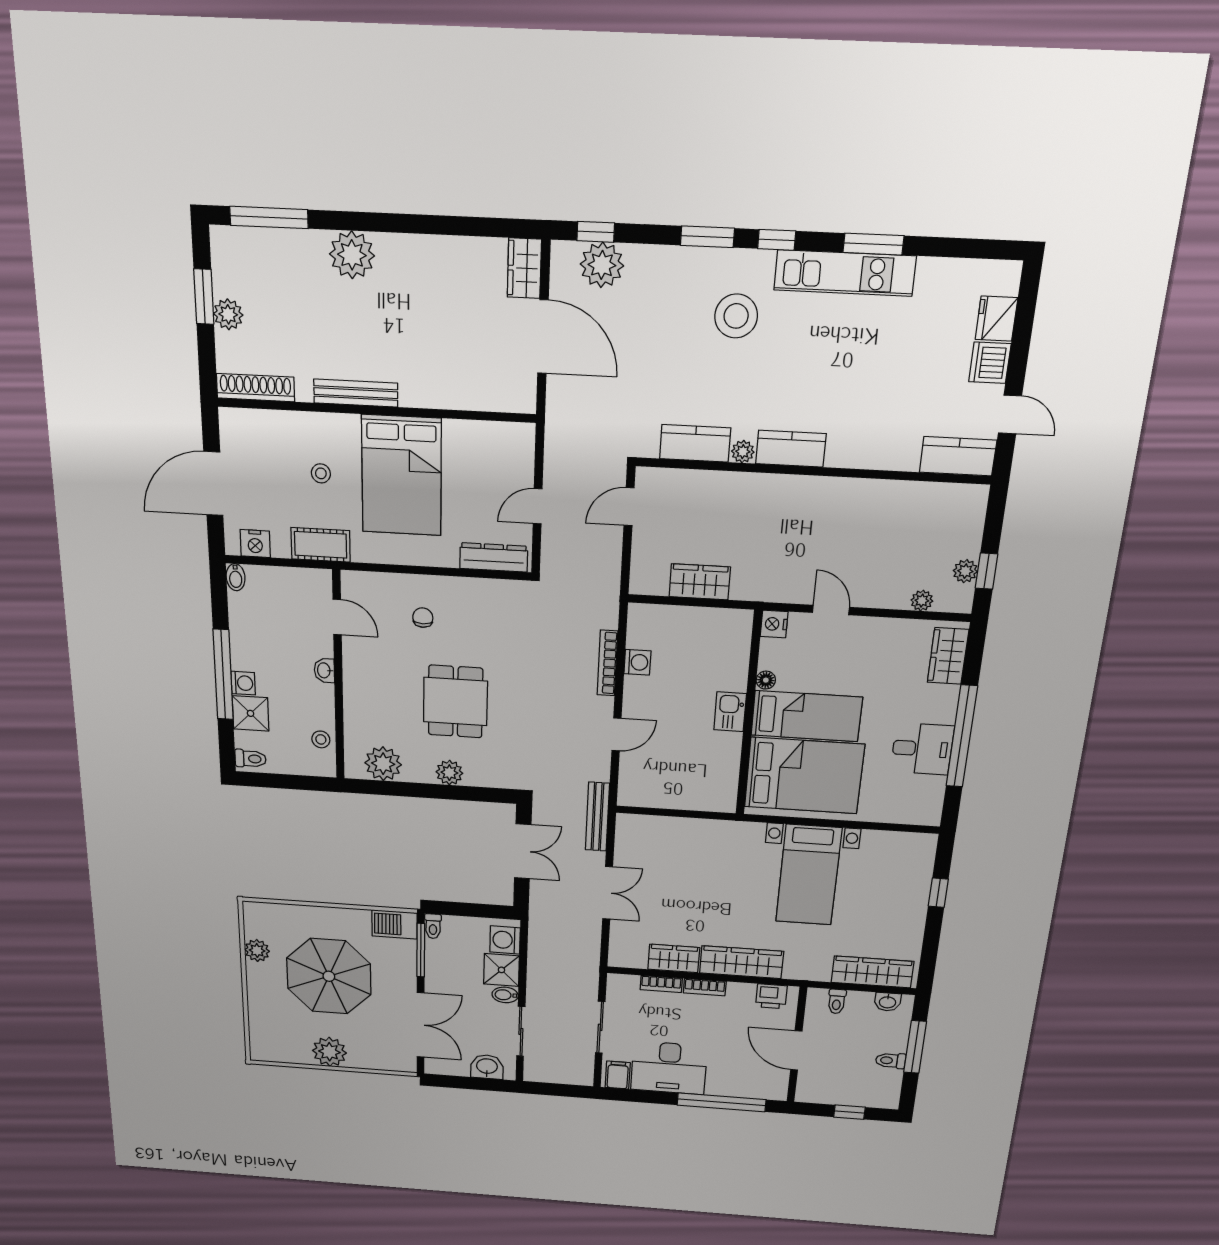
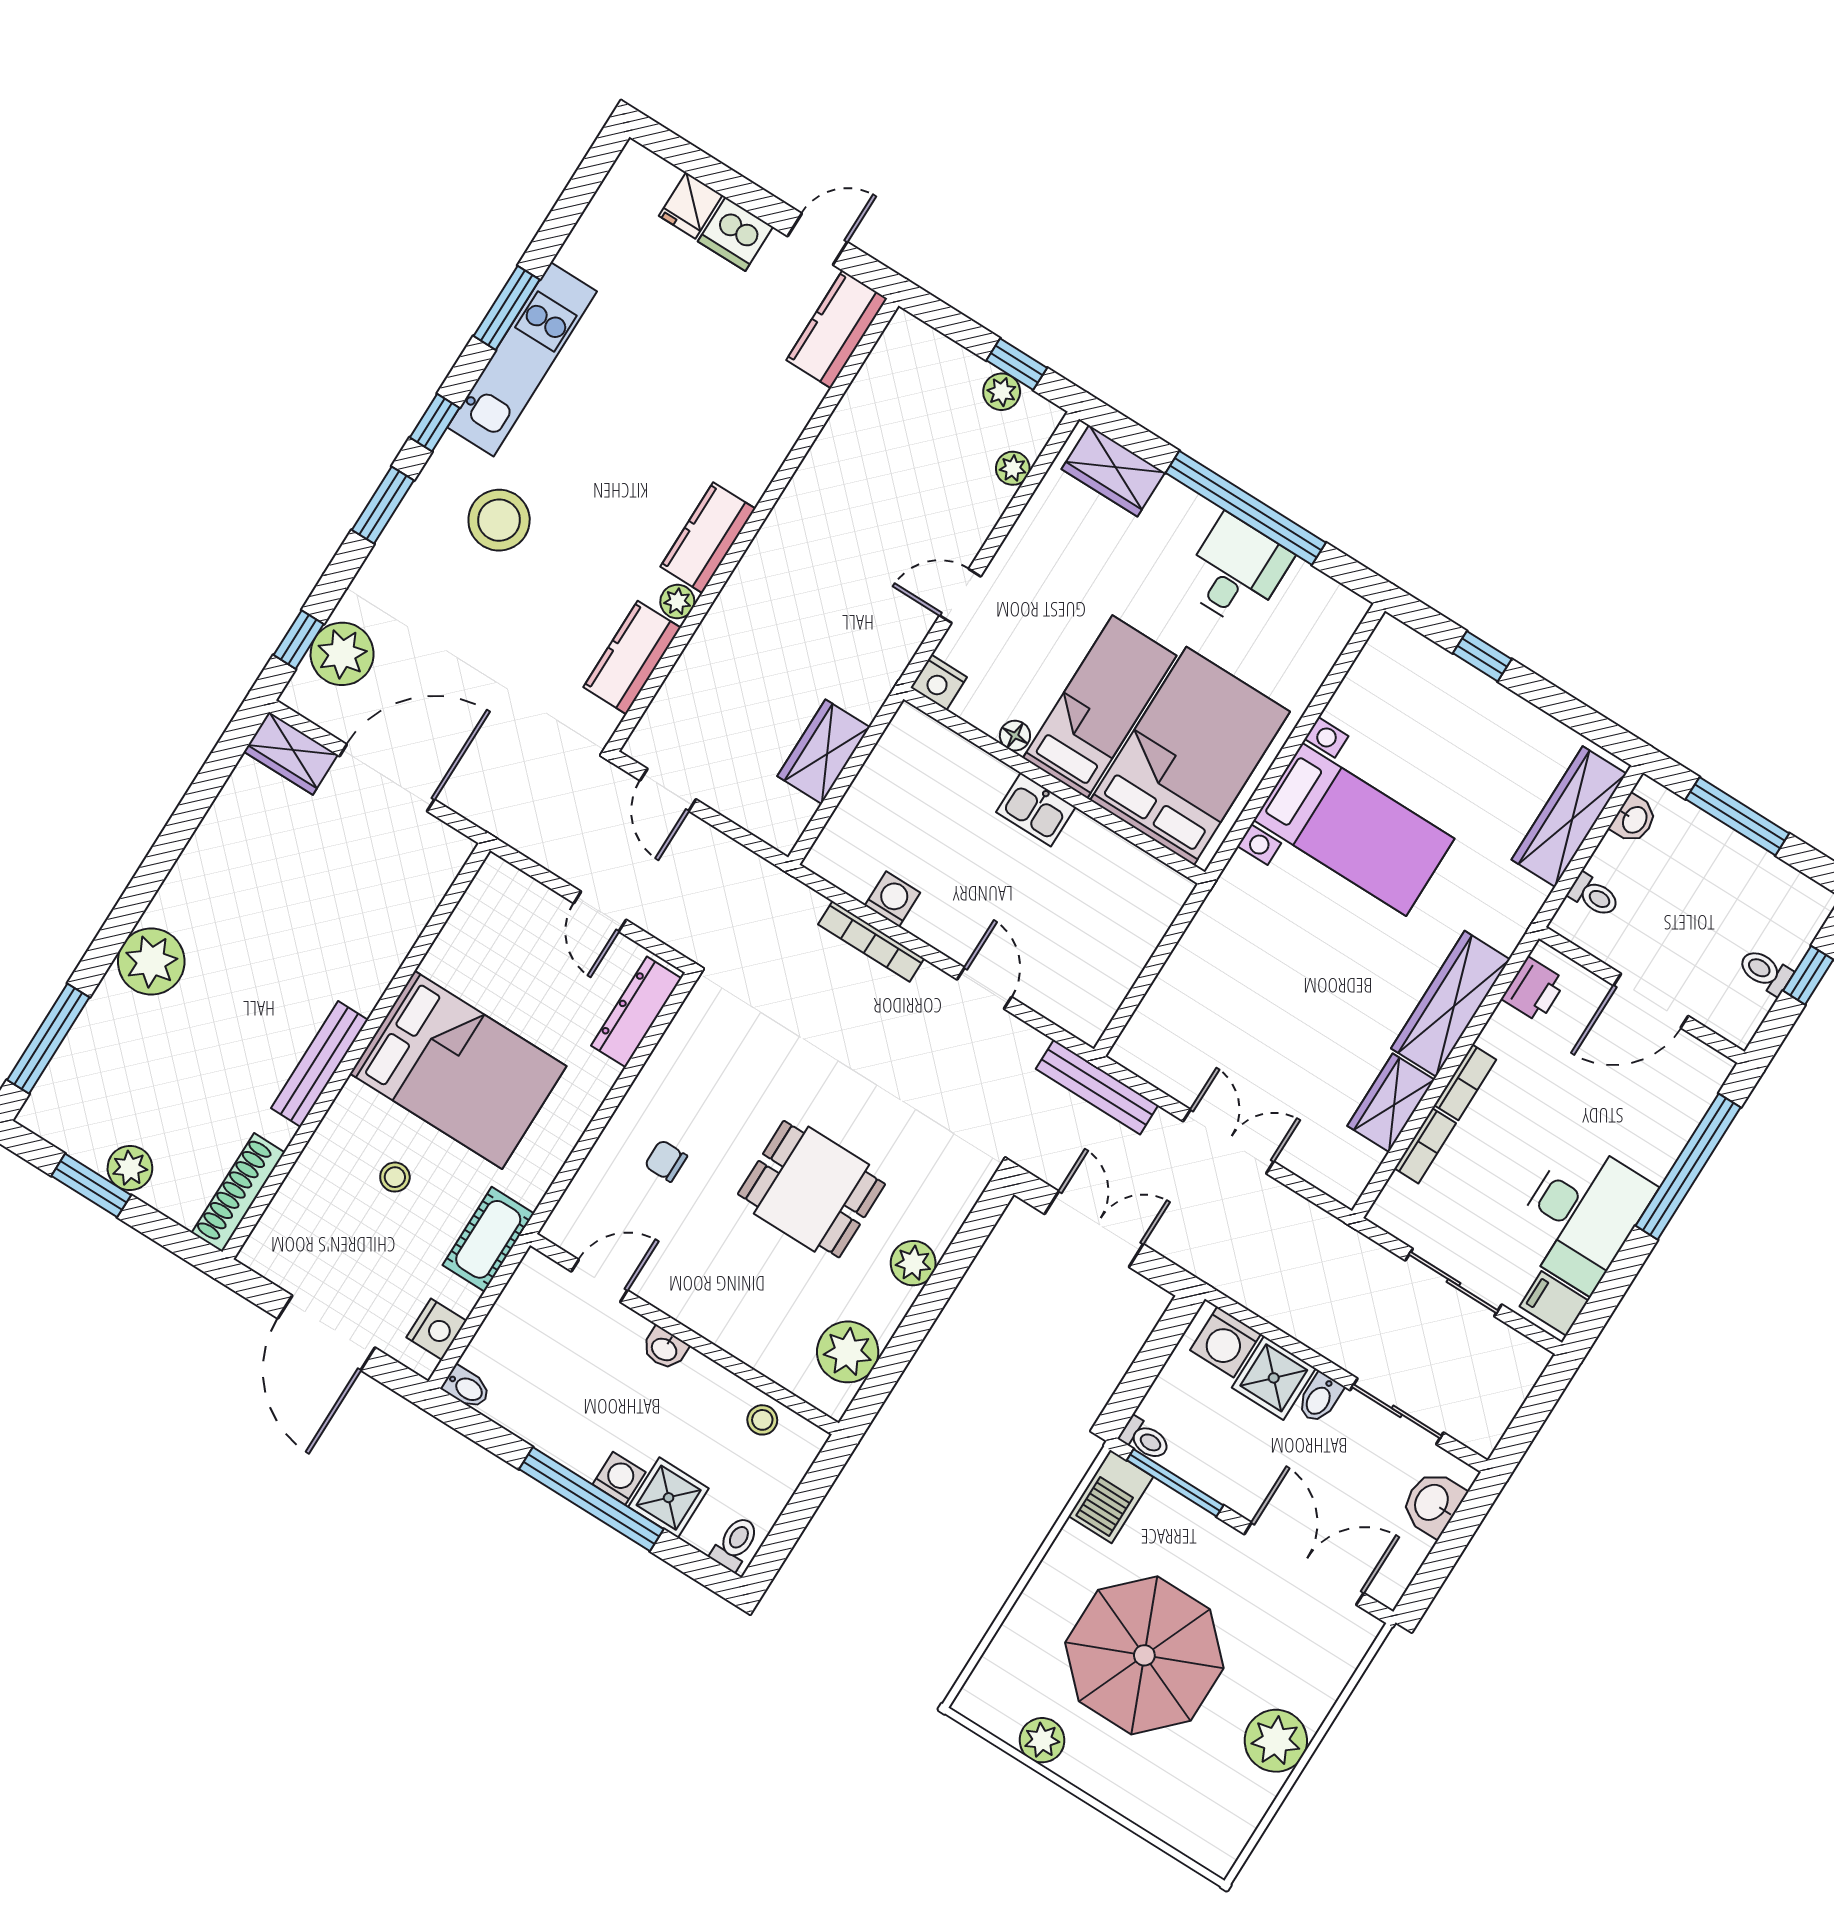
fridge: (996, 319) -> (691, 205), width x0.72
toilet: (891, 1061) -> (1765, 972), moved, turned 90

